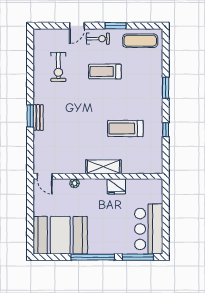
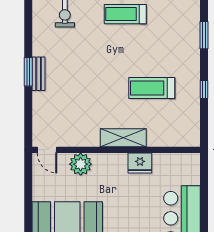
plant: (75, 183) -> (81, 164), width x1.88, depth x1.88

